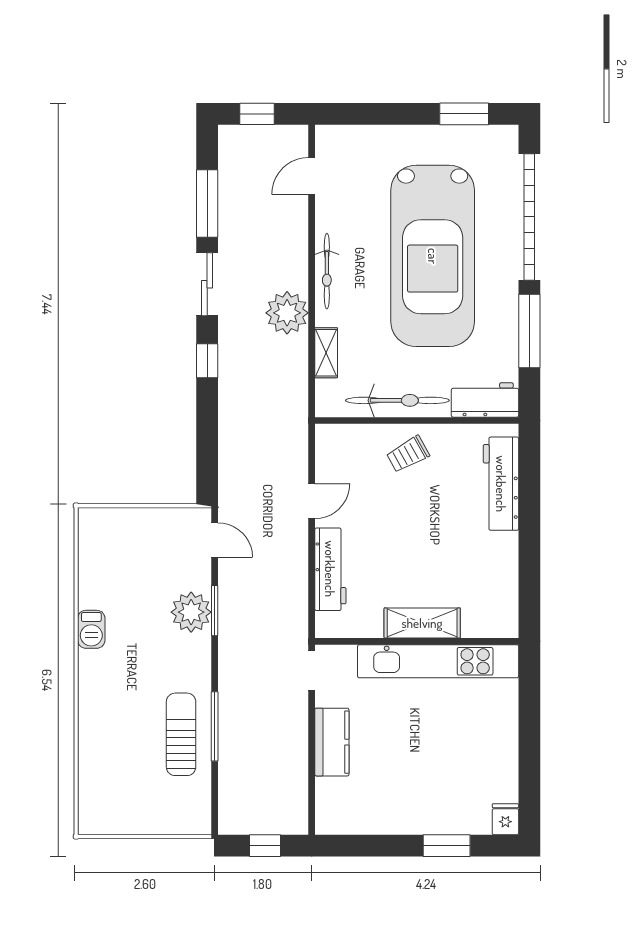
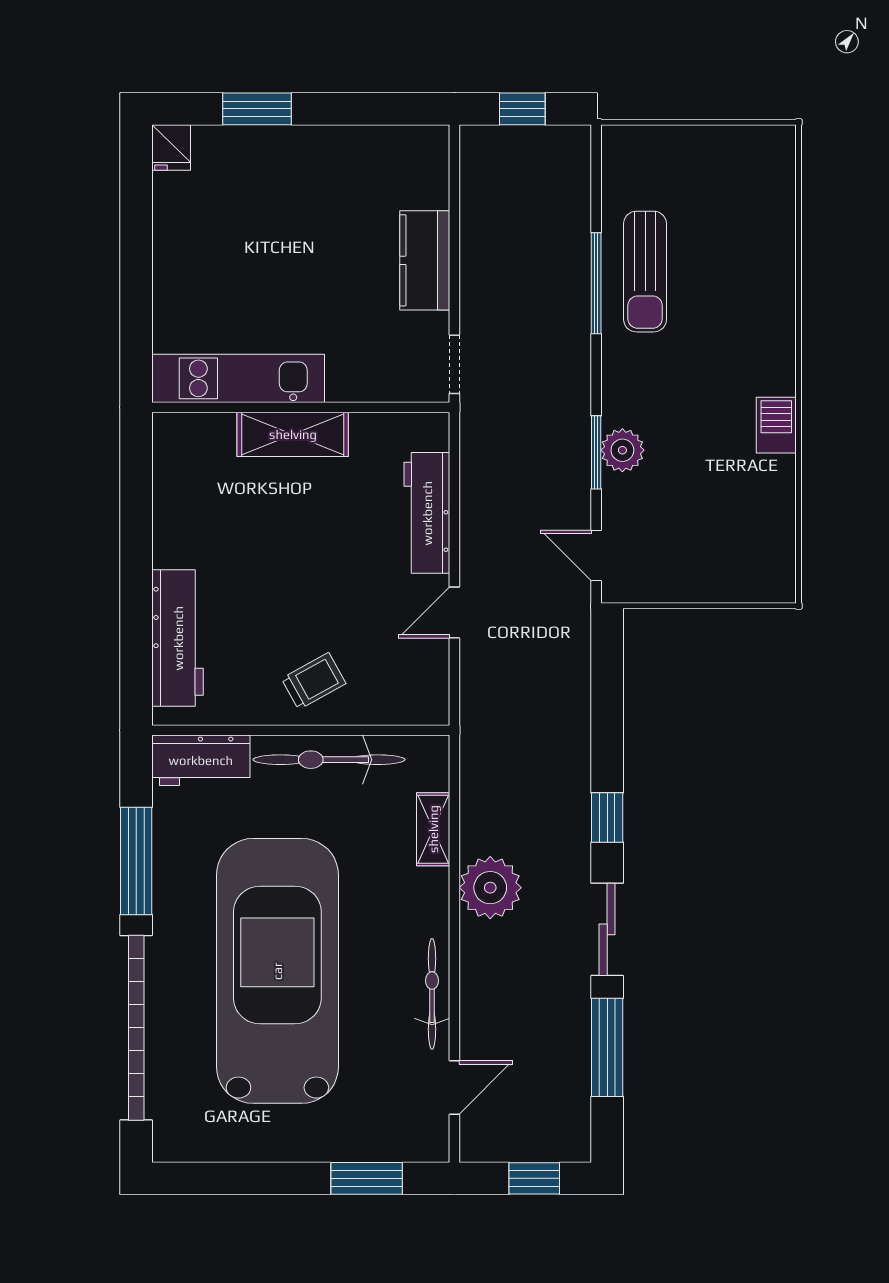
window: (464, 114) -> (367, 1178), moved
bicycle: (327, 271) -> (432, 994), moved
plant: (191, 612) -> (622, 450), width x0.73, depth x0.73
kitchen unit: (438, 661) -> (238, 378), width x0.73

